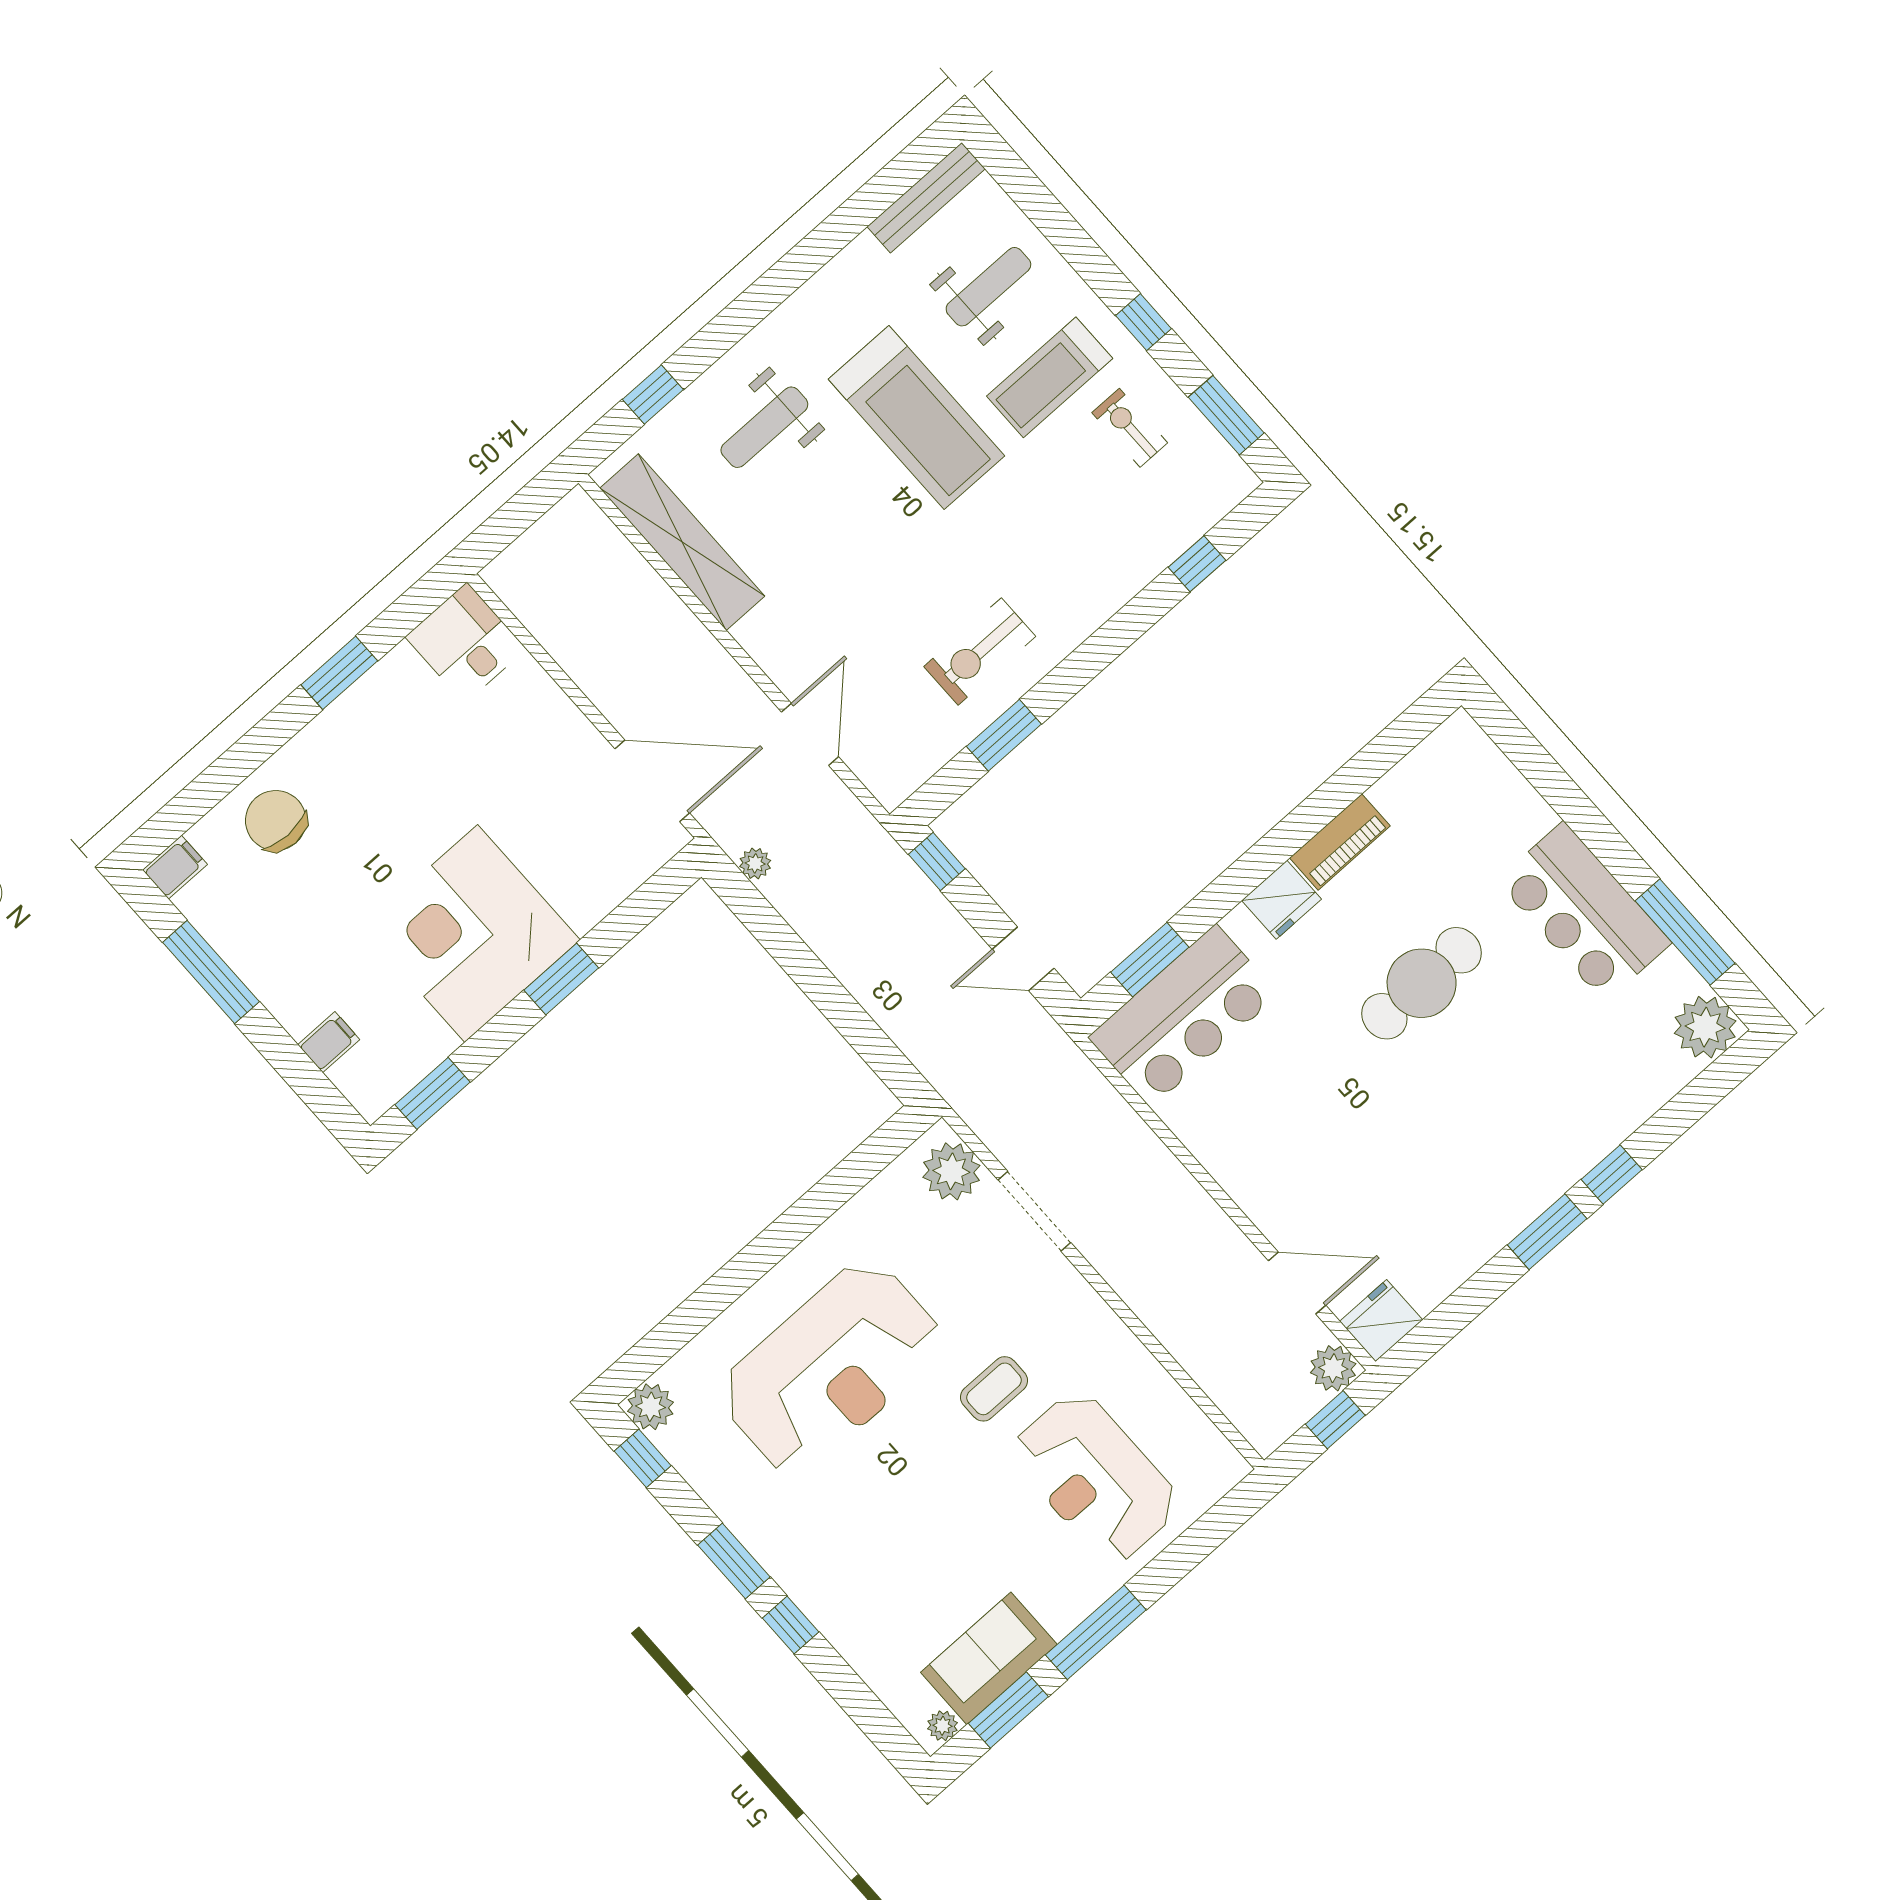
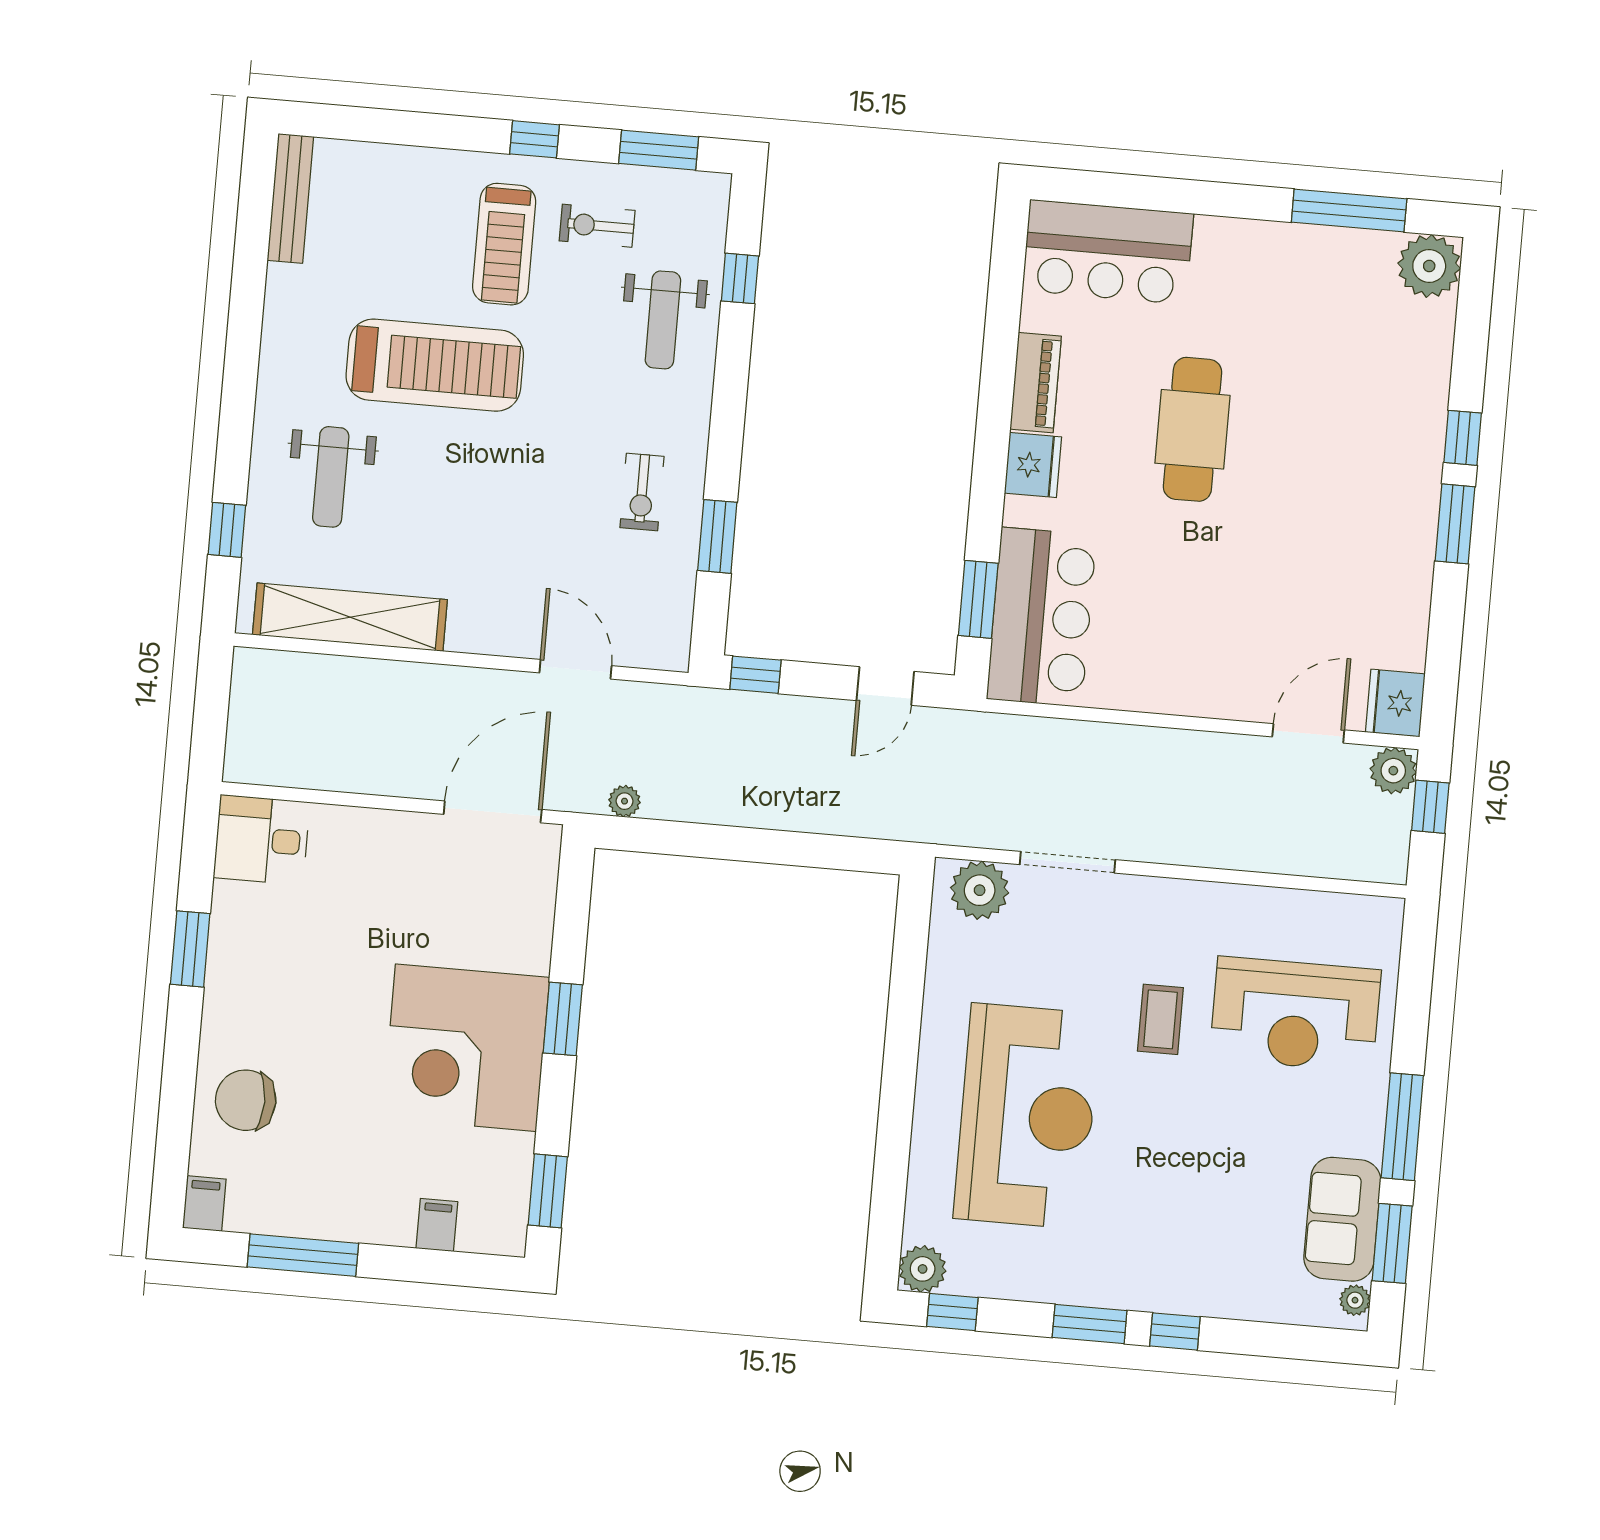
weight bench: (988, 287) -> (663, 320), moved, turned 180
exercise bike: (980, 651) -> (642, 492), width x0.73, depth x0.72
bar counter: (1584, 912) -> (1108, 252), moved

